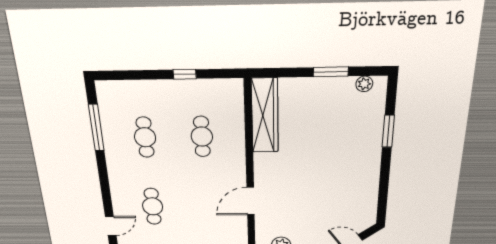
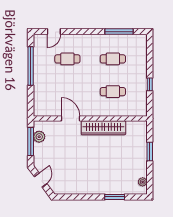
window: (331, 72) -> (150, 152), moved
wardrobe: (265, 116) -> (103, 128), moved
door: (111, 226) -> (54, 32), hinge flipped

